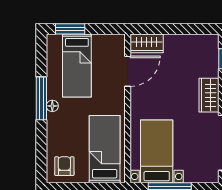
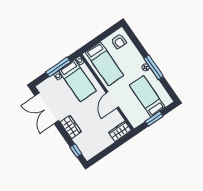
window: (70, 29) -> (154, 119), moved
door: (128, 71) -> (112, 100), moved

